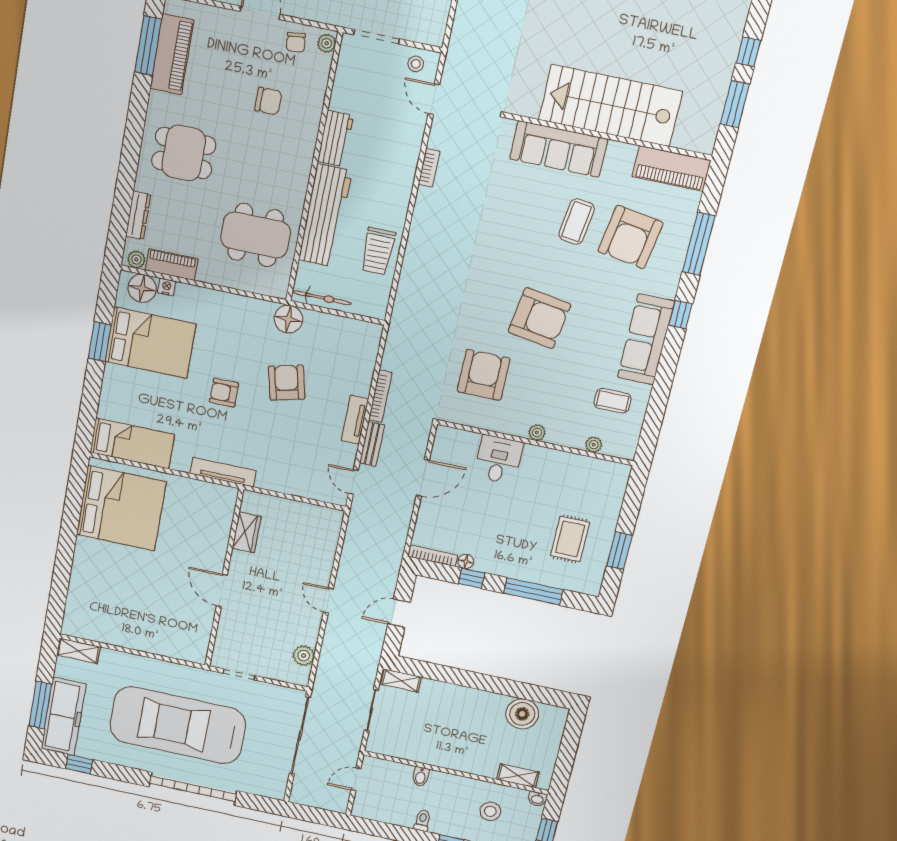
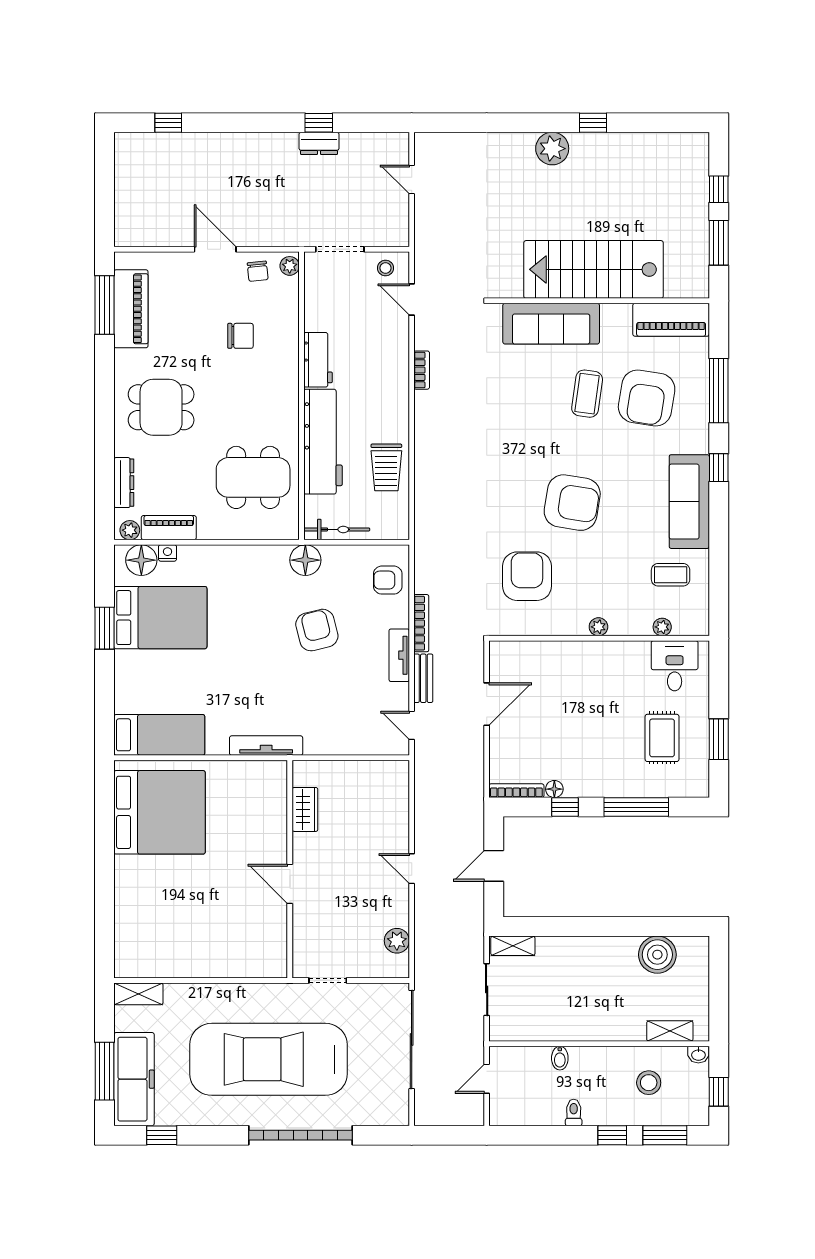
armchair: (224, 393) -> (388, 580), moved
desk: (499, 460) -> (675, 666), moved

